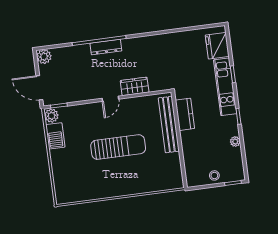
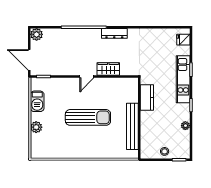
fridge: (217, 46) -> (183, 40), width x0.53, depth x0.75
dresser: (106, 47) -> (114, 33), moved
plant: (51, 116) -> (36, 127), moved
bench: (169, 125) -> (132, 126), moved

